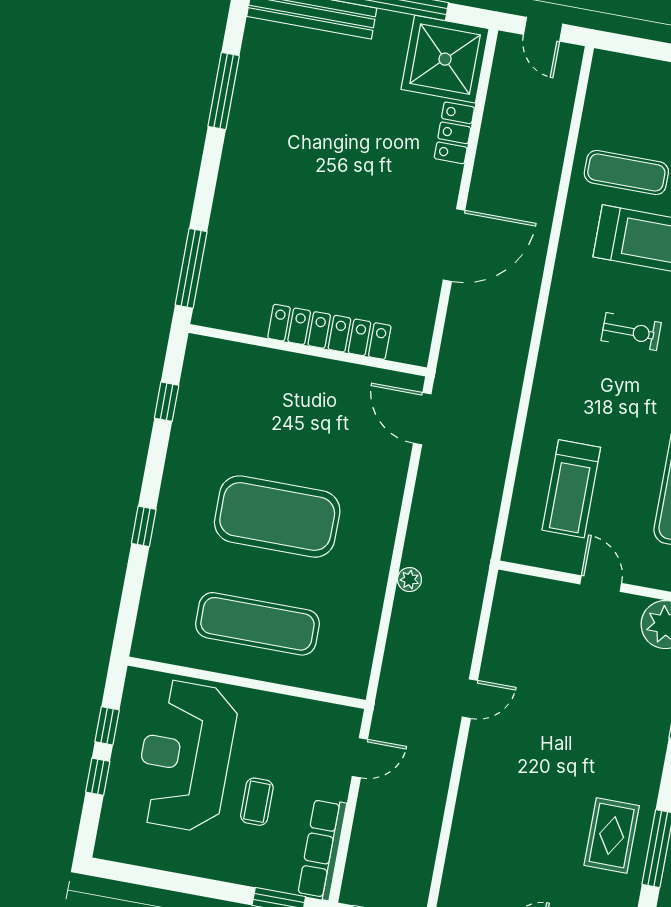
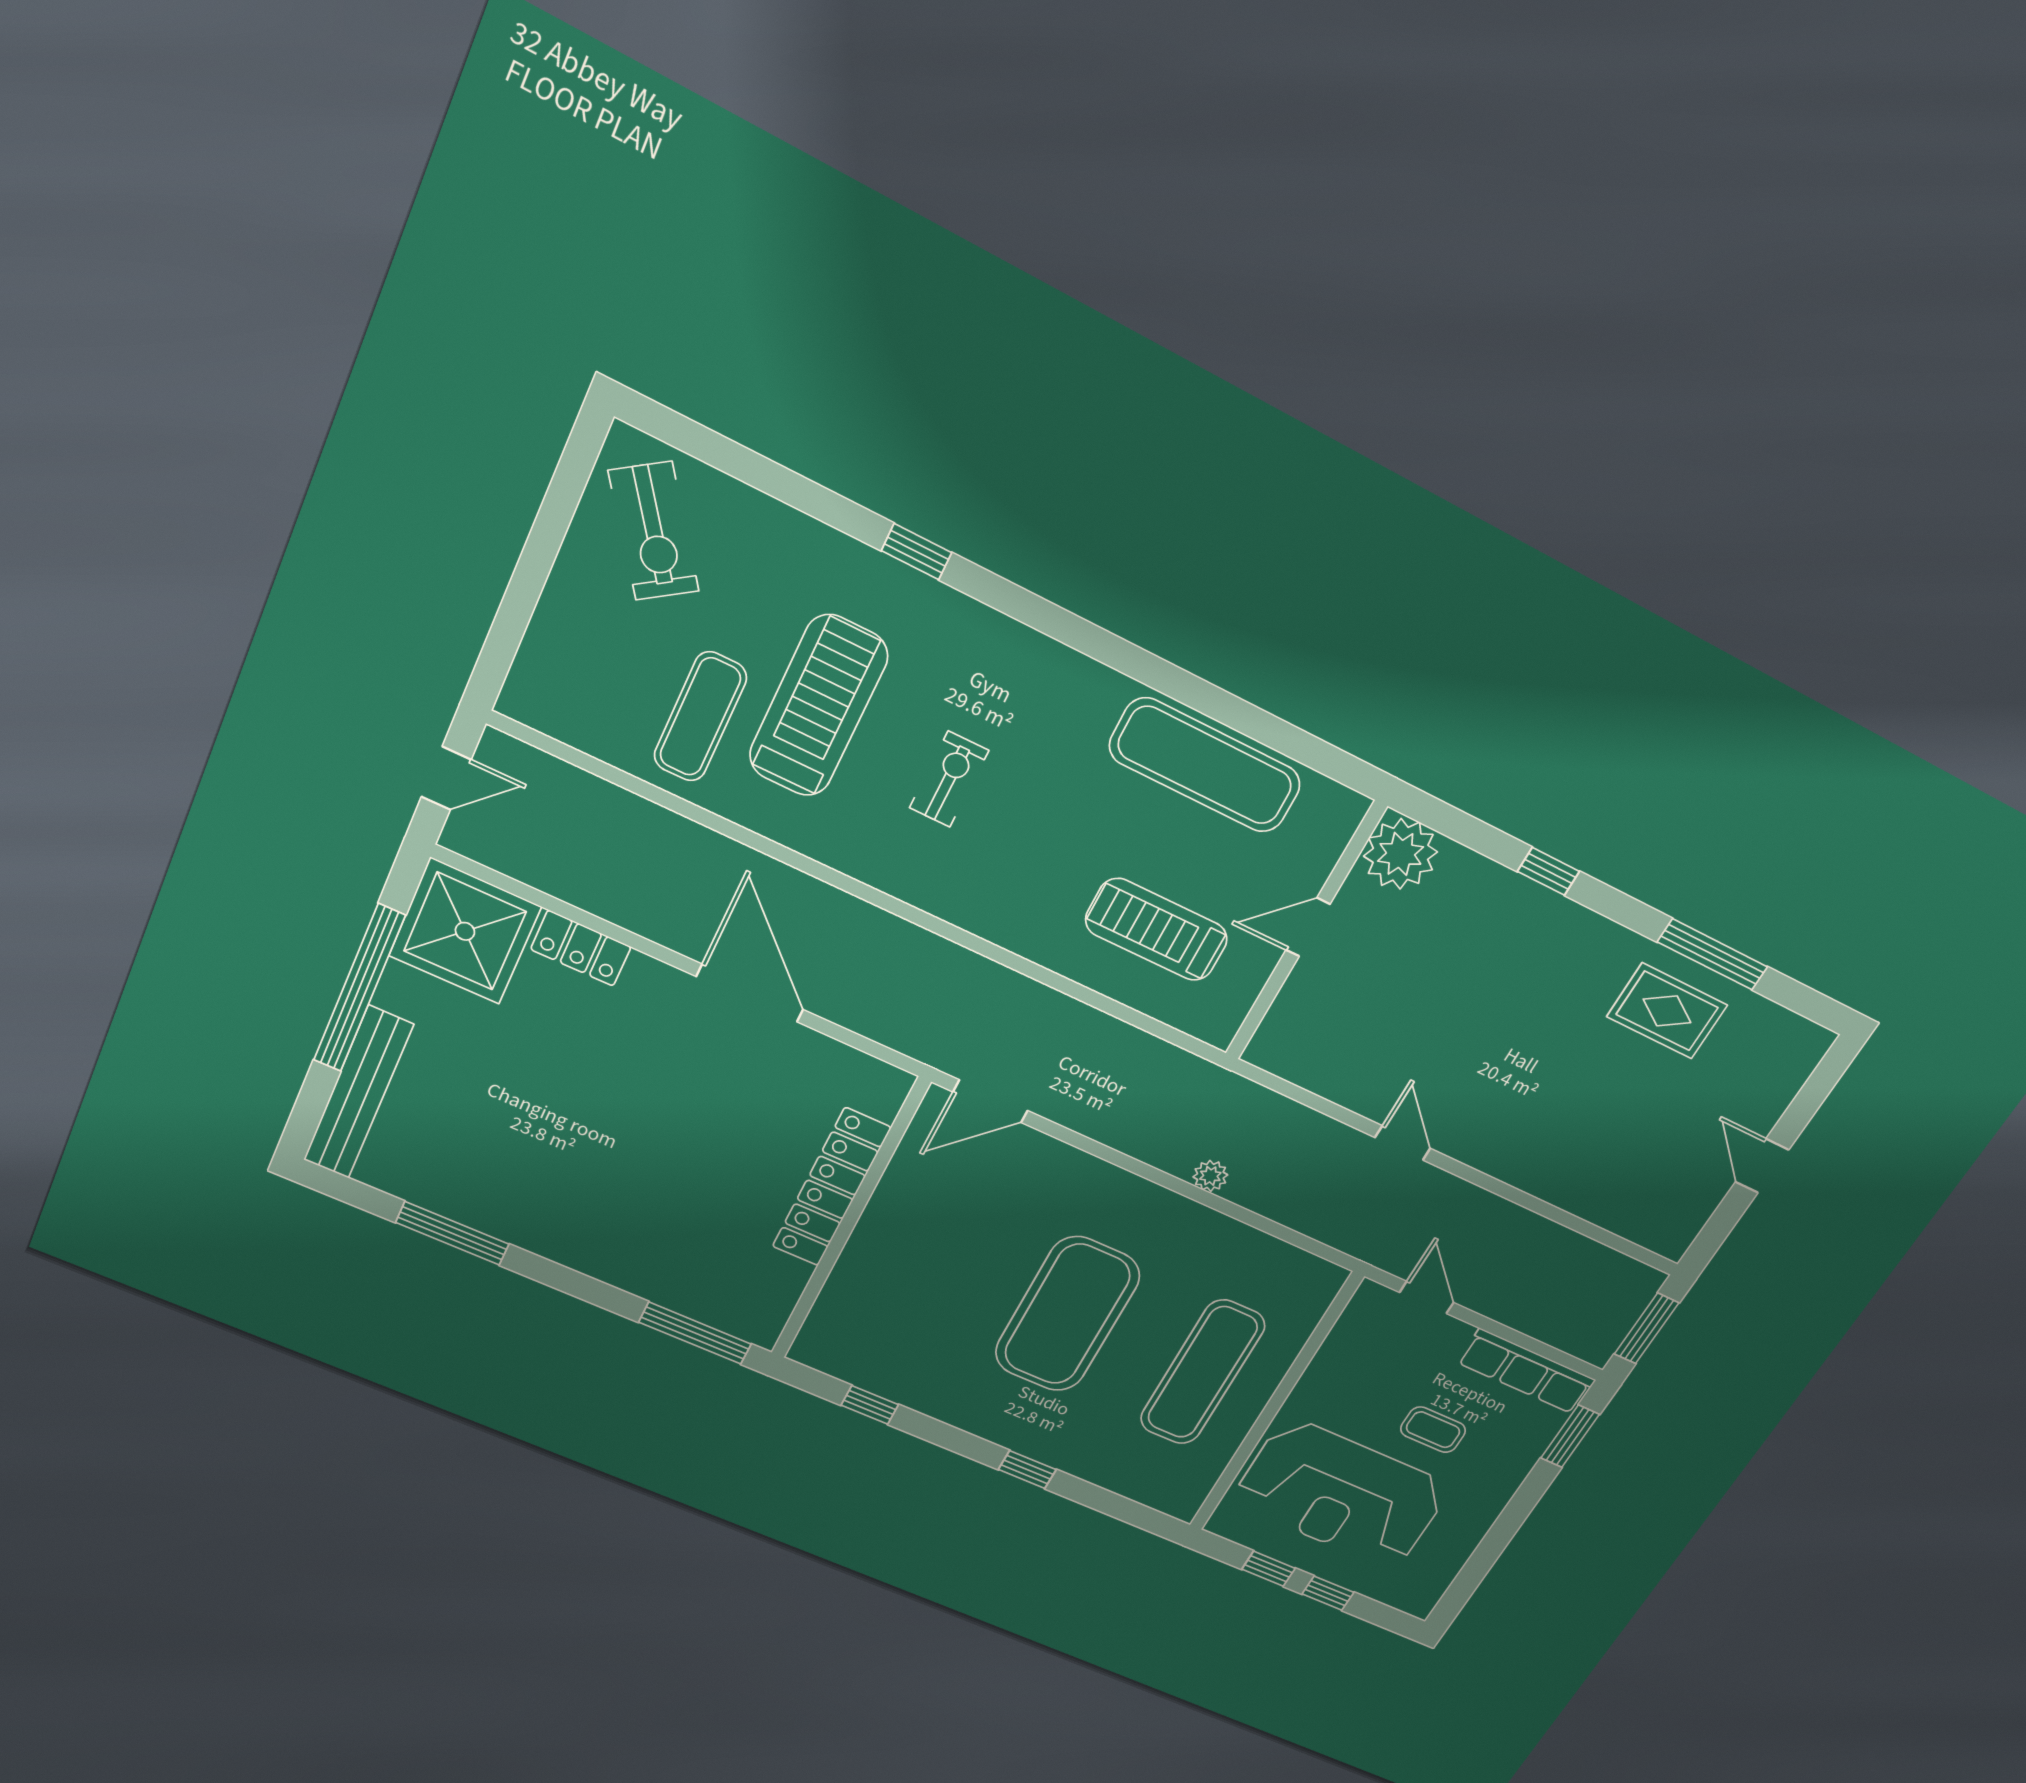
treadmill: (571, 489) -> (1156, 930), turned 180

